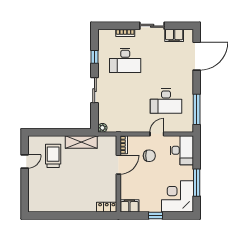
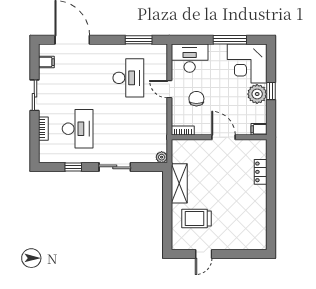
filing cabinet: (174, 35) -> (46, 62), width x0.50
window: (197, 109) -> (139, 40), width x0.69
door: (25, 161) -> (204, 254), swing flipped
door: (118, 165) -> (223, 137), moved
plant: (153, 204) -> (257, 94), added
filing cabinet: (129, 206) -> (259, 129), width x0.50
locker: (107, 207) -> (261, 172), moved

